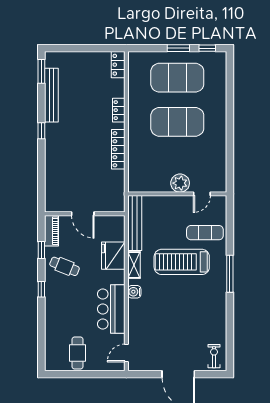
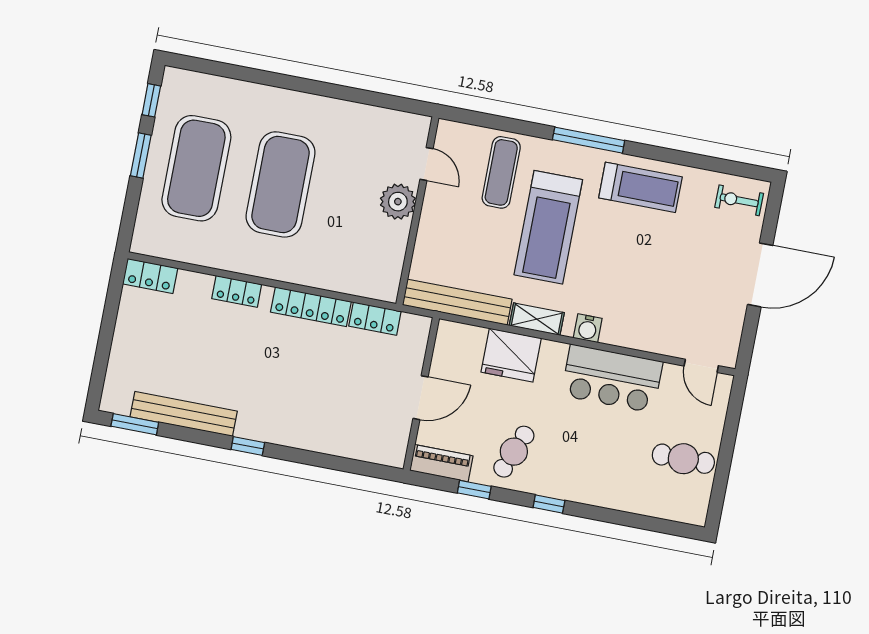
locker: (118, 183) -> (375, 319), added
treadmill: (211, 305) -> (640, 187), added

